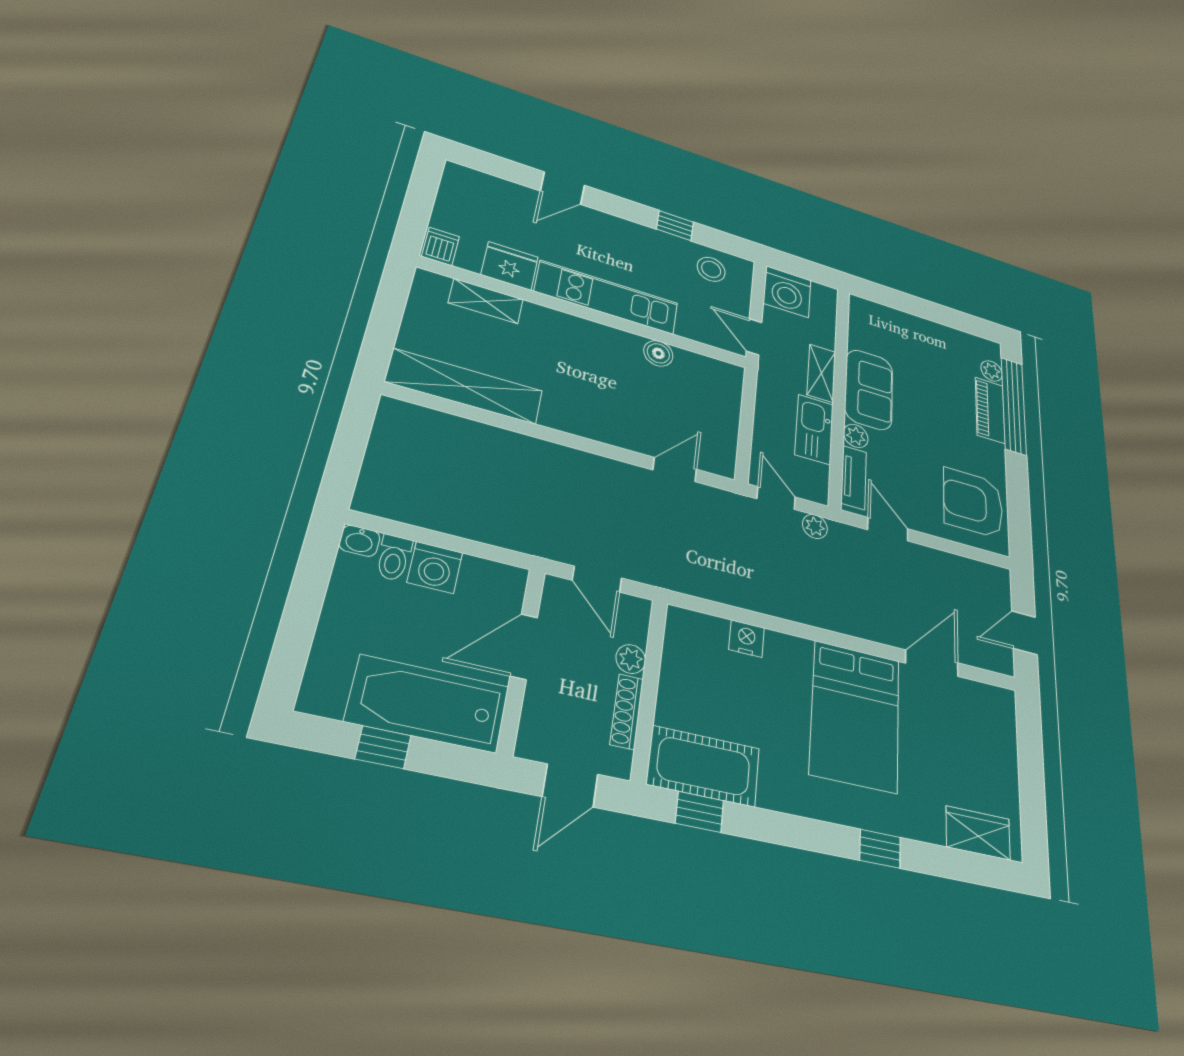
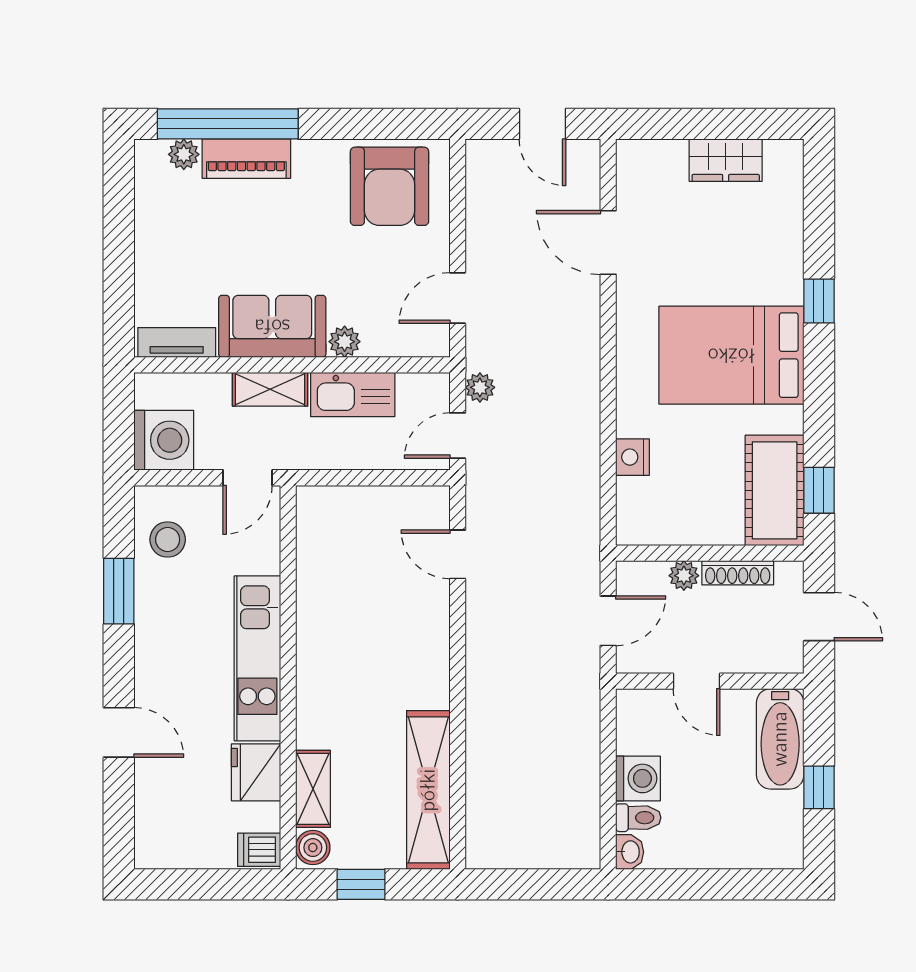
window: (675, 226) -> (119, 591), width x1.50
window: (388, 309) -> (361, 884), added
boiler: (658, 353) -> (313, 848), moved
tv unit: (854, 477) -> (177, 342), moved
door: (524, 647) -> (697, 681), width x0.73
bathtub: (428, 704) -> (780, 739), width x0.73, depth x0.73
bed: (855, 716) -> (731, 355), moved, turned 180
wardrobe: (978, 833) -> (726, 160), moved, turned -90

